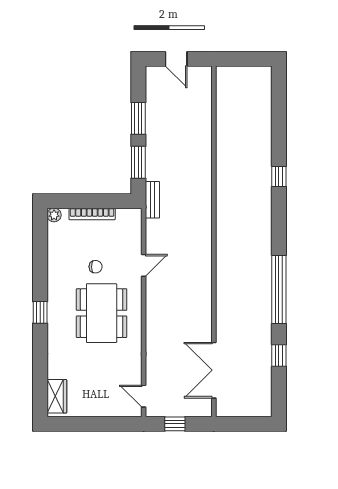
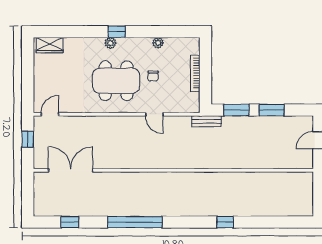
plant: (54, 215) -> (158, 43), moved
plant: (54, 320) -> (110, 43), added
window: (279, 356) -> (70, 222), moved

